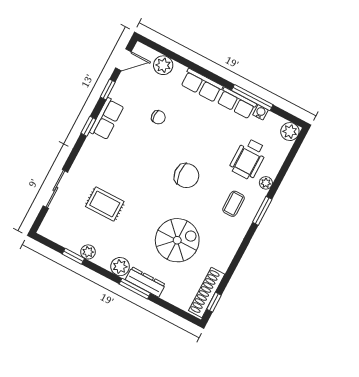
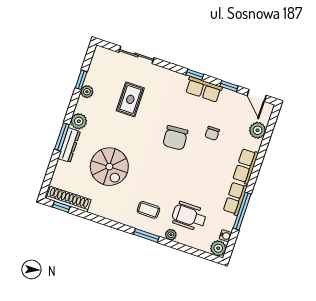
water cooler: (261, 112) -> (225, 236), moved
chair: (187, 176) -> (175, 138), moved

